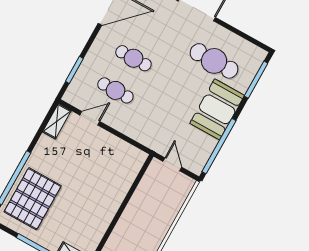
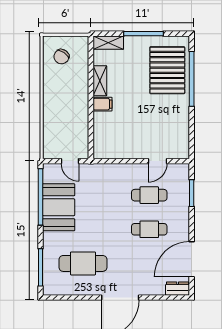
booth: (217, 109) -> (59, 207), moved
shelving: (57, 121) -> (100, 81), moved
filing cabinet: (112, 201) -> (103, 104), added

